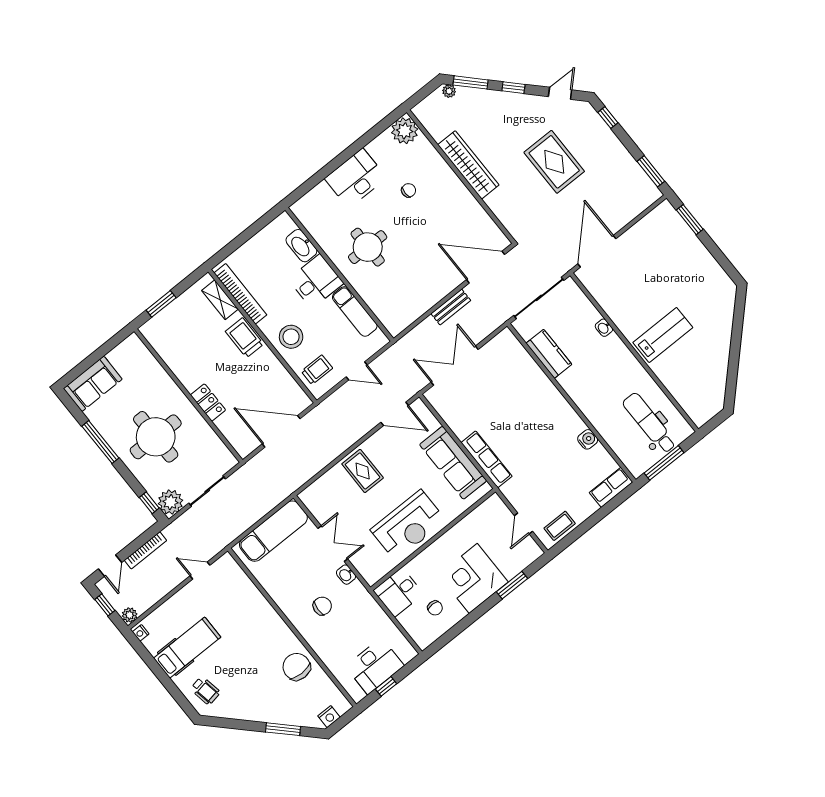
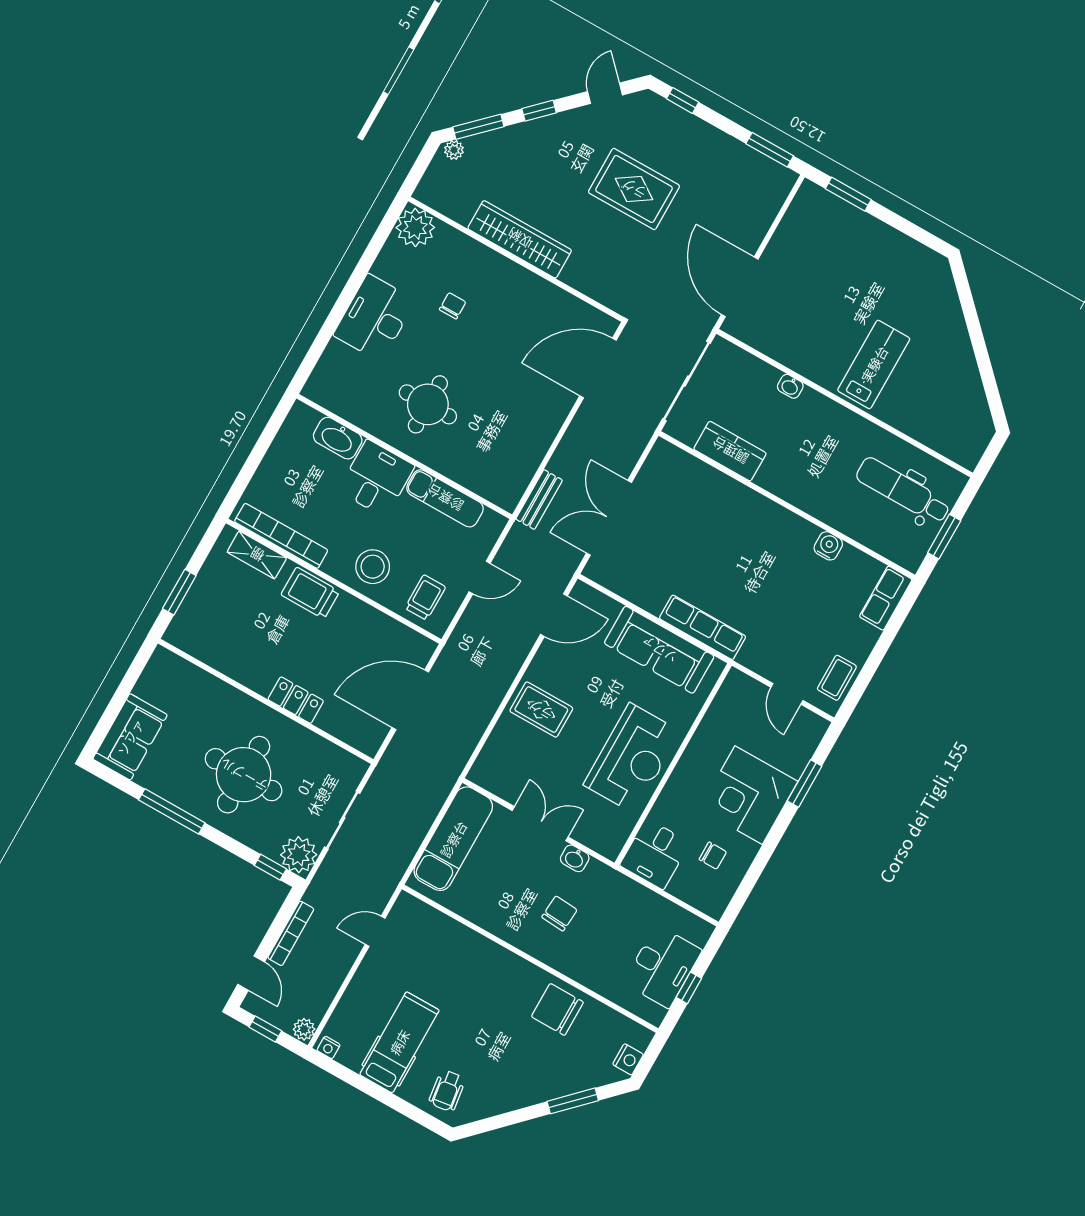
bench: (451, 307) -> (539, 500), moved
window: (664, 463) -> (944, 537), width x0.69
wheelchair: (205, 691) -> (447, 1091), turned 92

